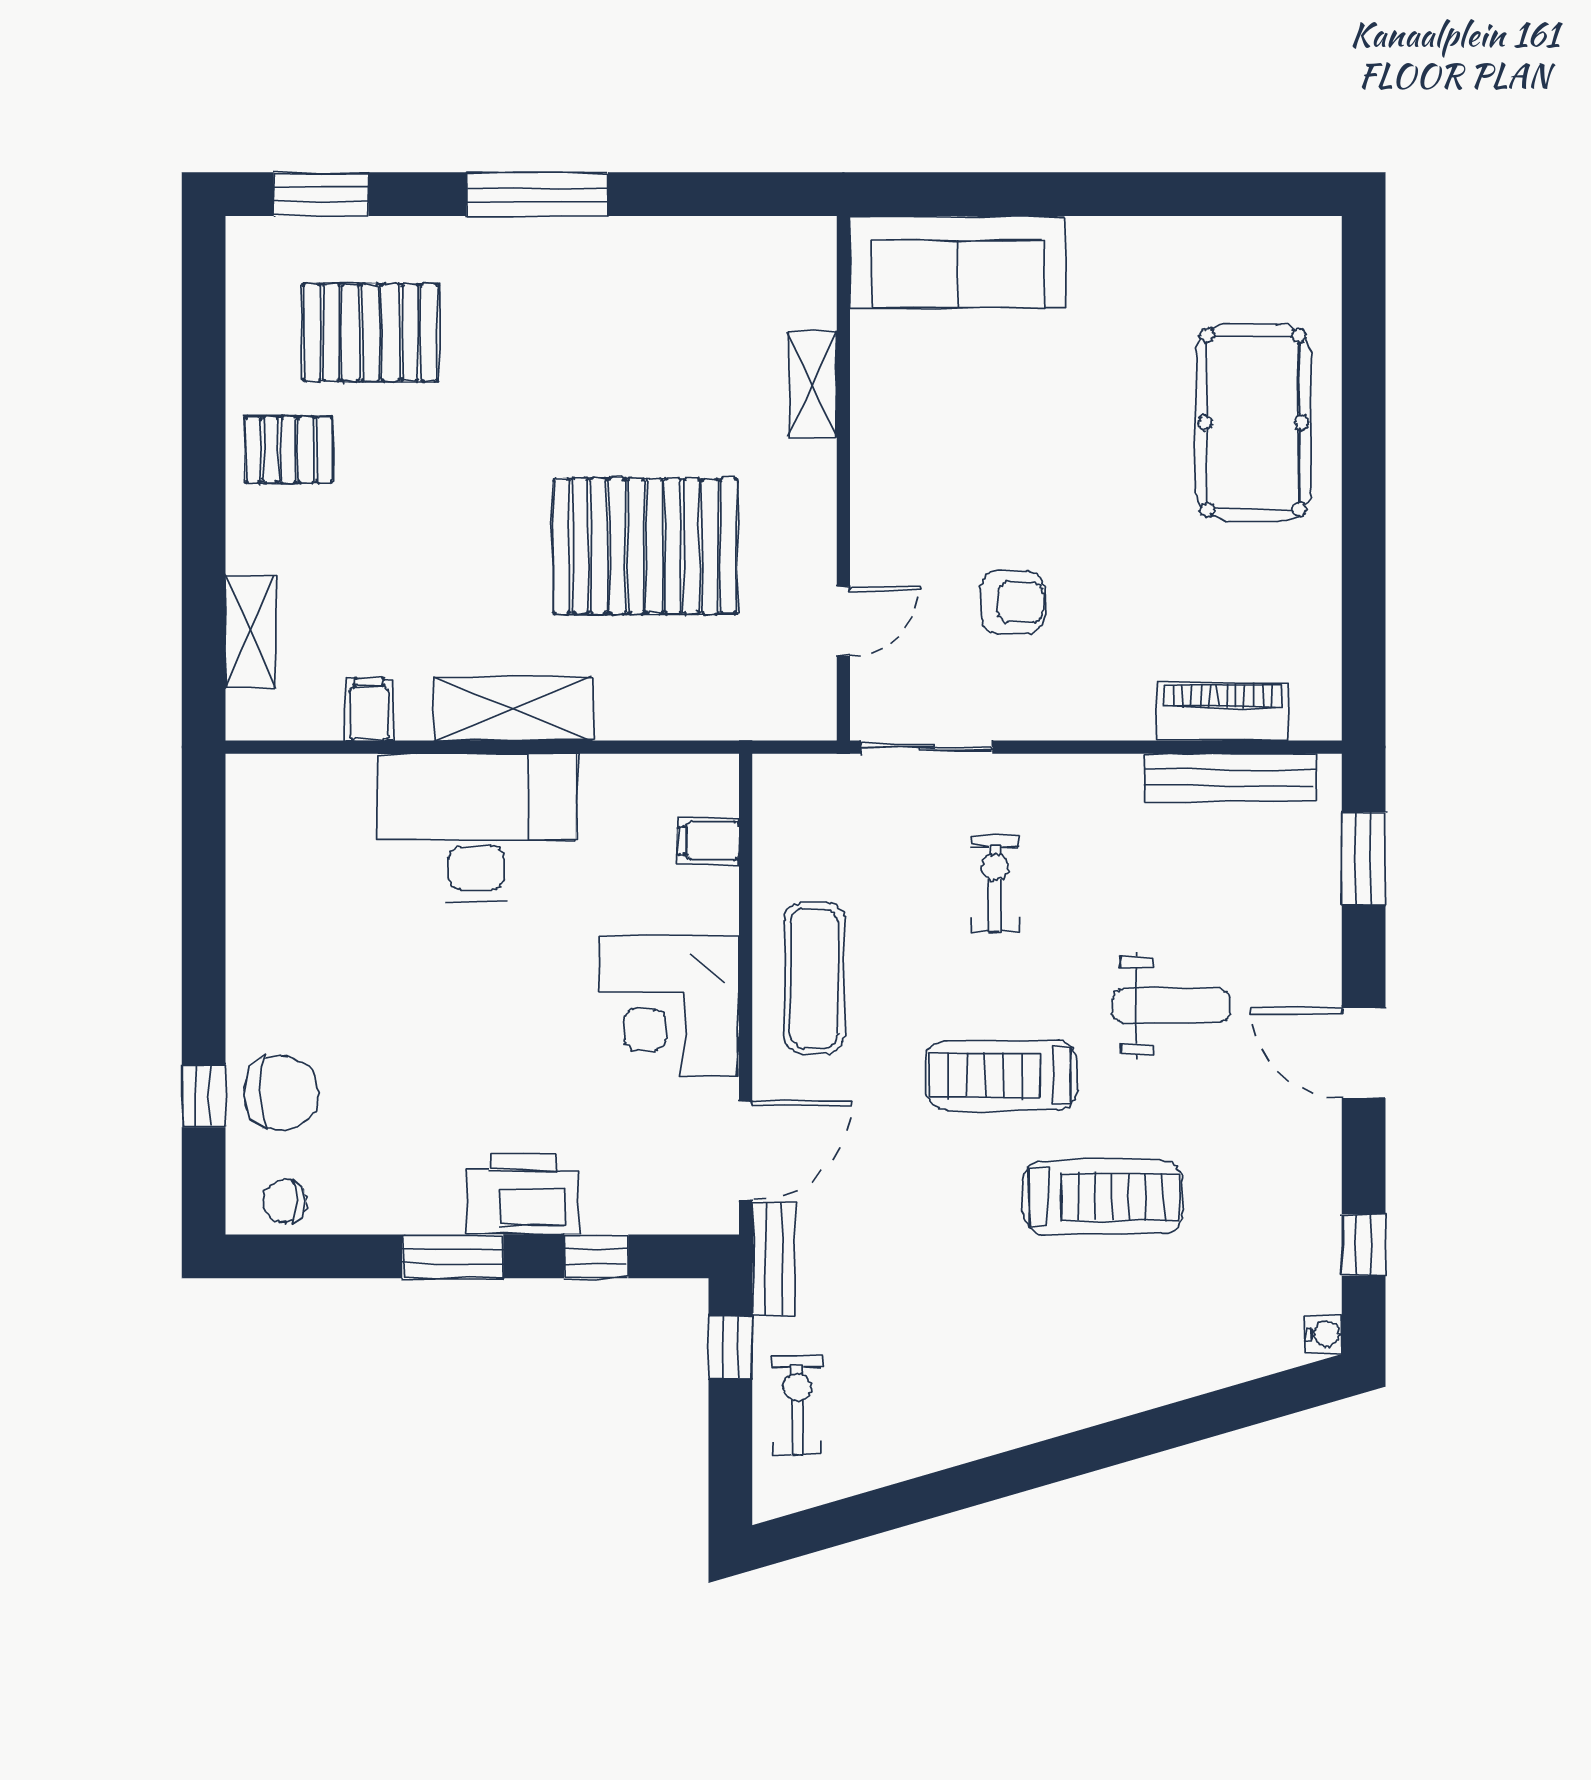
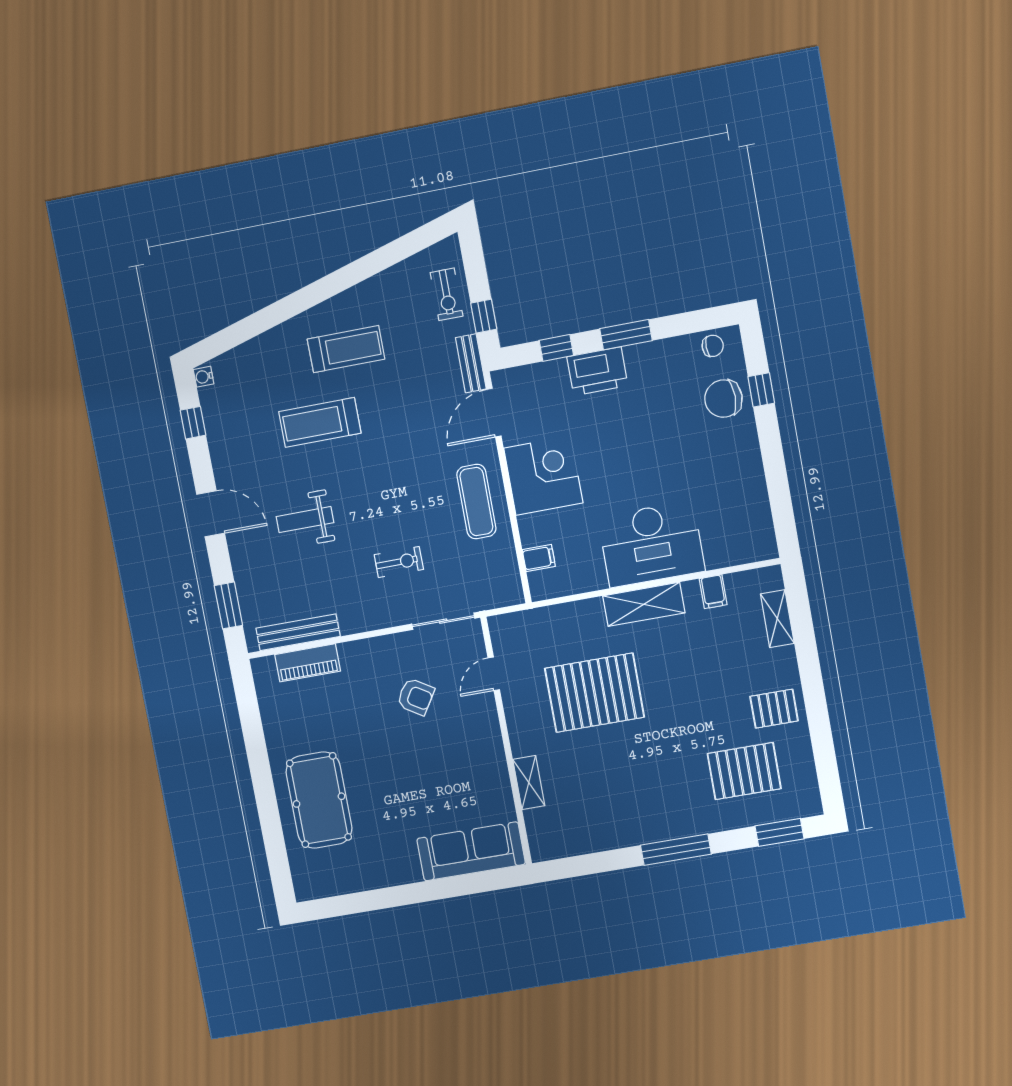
armchair: (1012, 602) -> (416, 697), turned -148
exercise bike: (995, 884) -> (399, 562), turned -90
treadmill: (1001, 1075) -> (346, 349), moved

